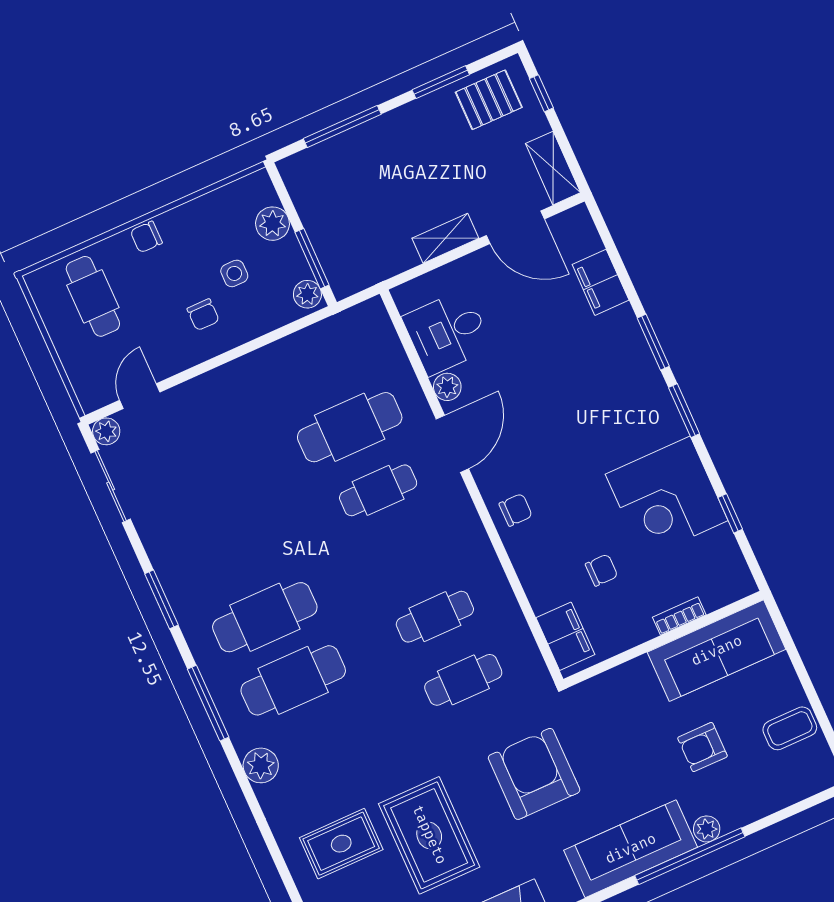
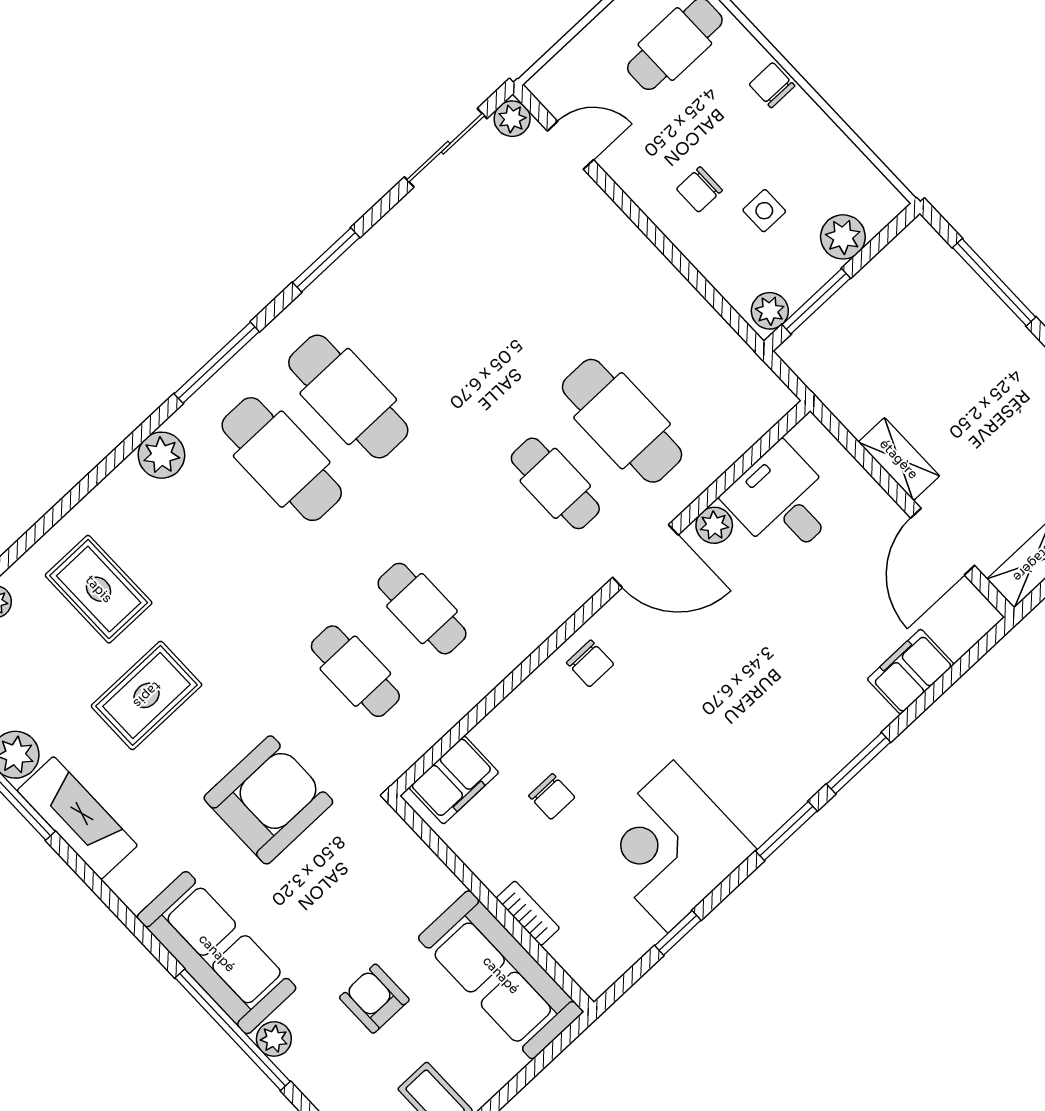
rug: (429, 835) -> (147, 695), width x0.73, depth x0.70

